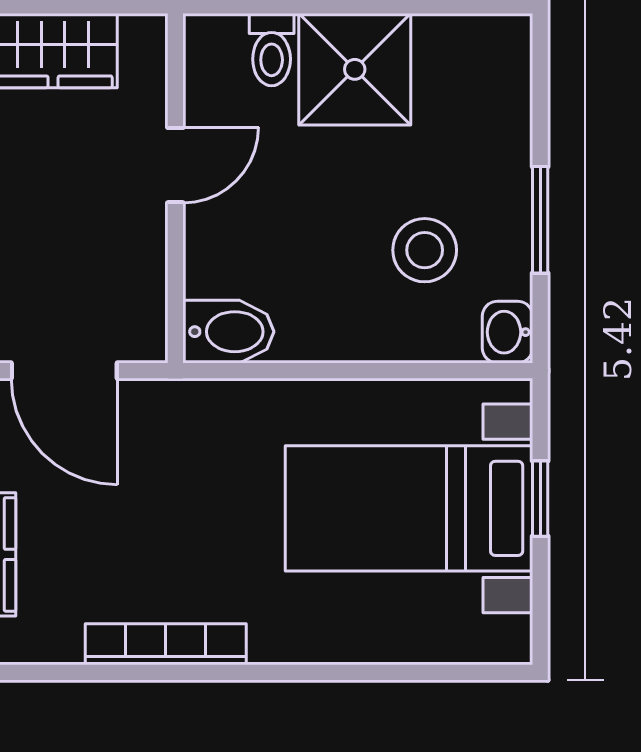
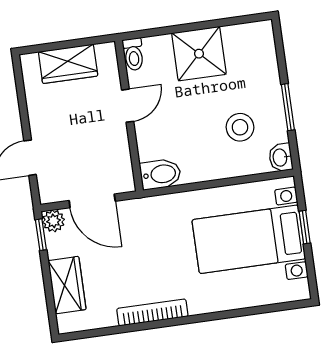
toilet: (272, 50) -> (133, 54), moved

